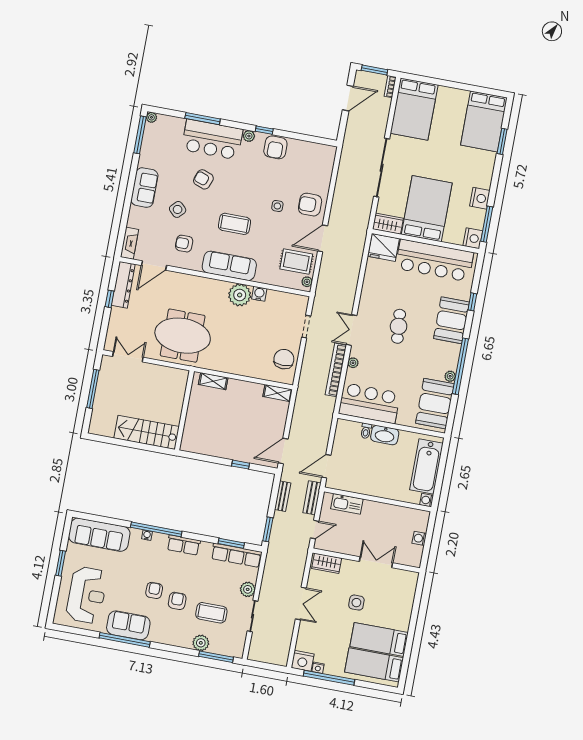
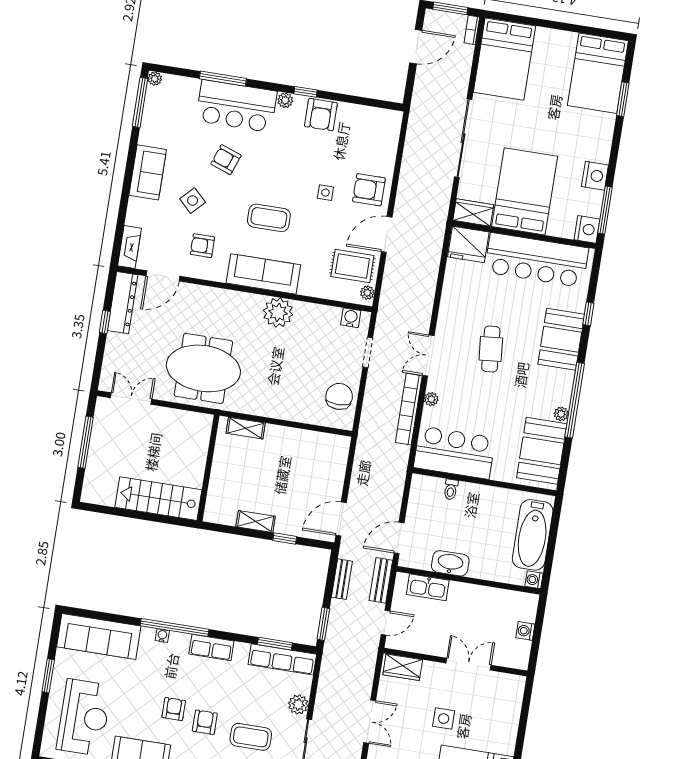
water cooler: (259, 294) -> (351, 318), moved
shelving: (278, 393) -> (256, 522), moved
washbasin: (385, 435) -> (450, 563), moved, turned 180

